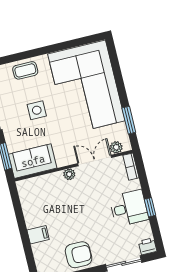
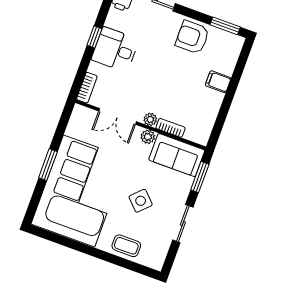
side table: (37, 110) -> (141, 201), turned 45
window: (129, 120) -> (48, 165), moved
plant: (116, 147) -> (148, 137), moved
bookcase: (50, 178) -> (170, 128), added

